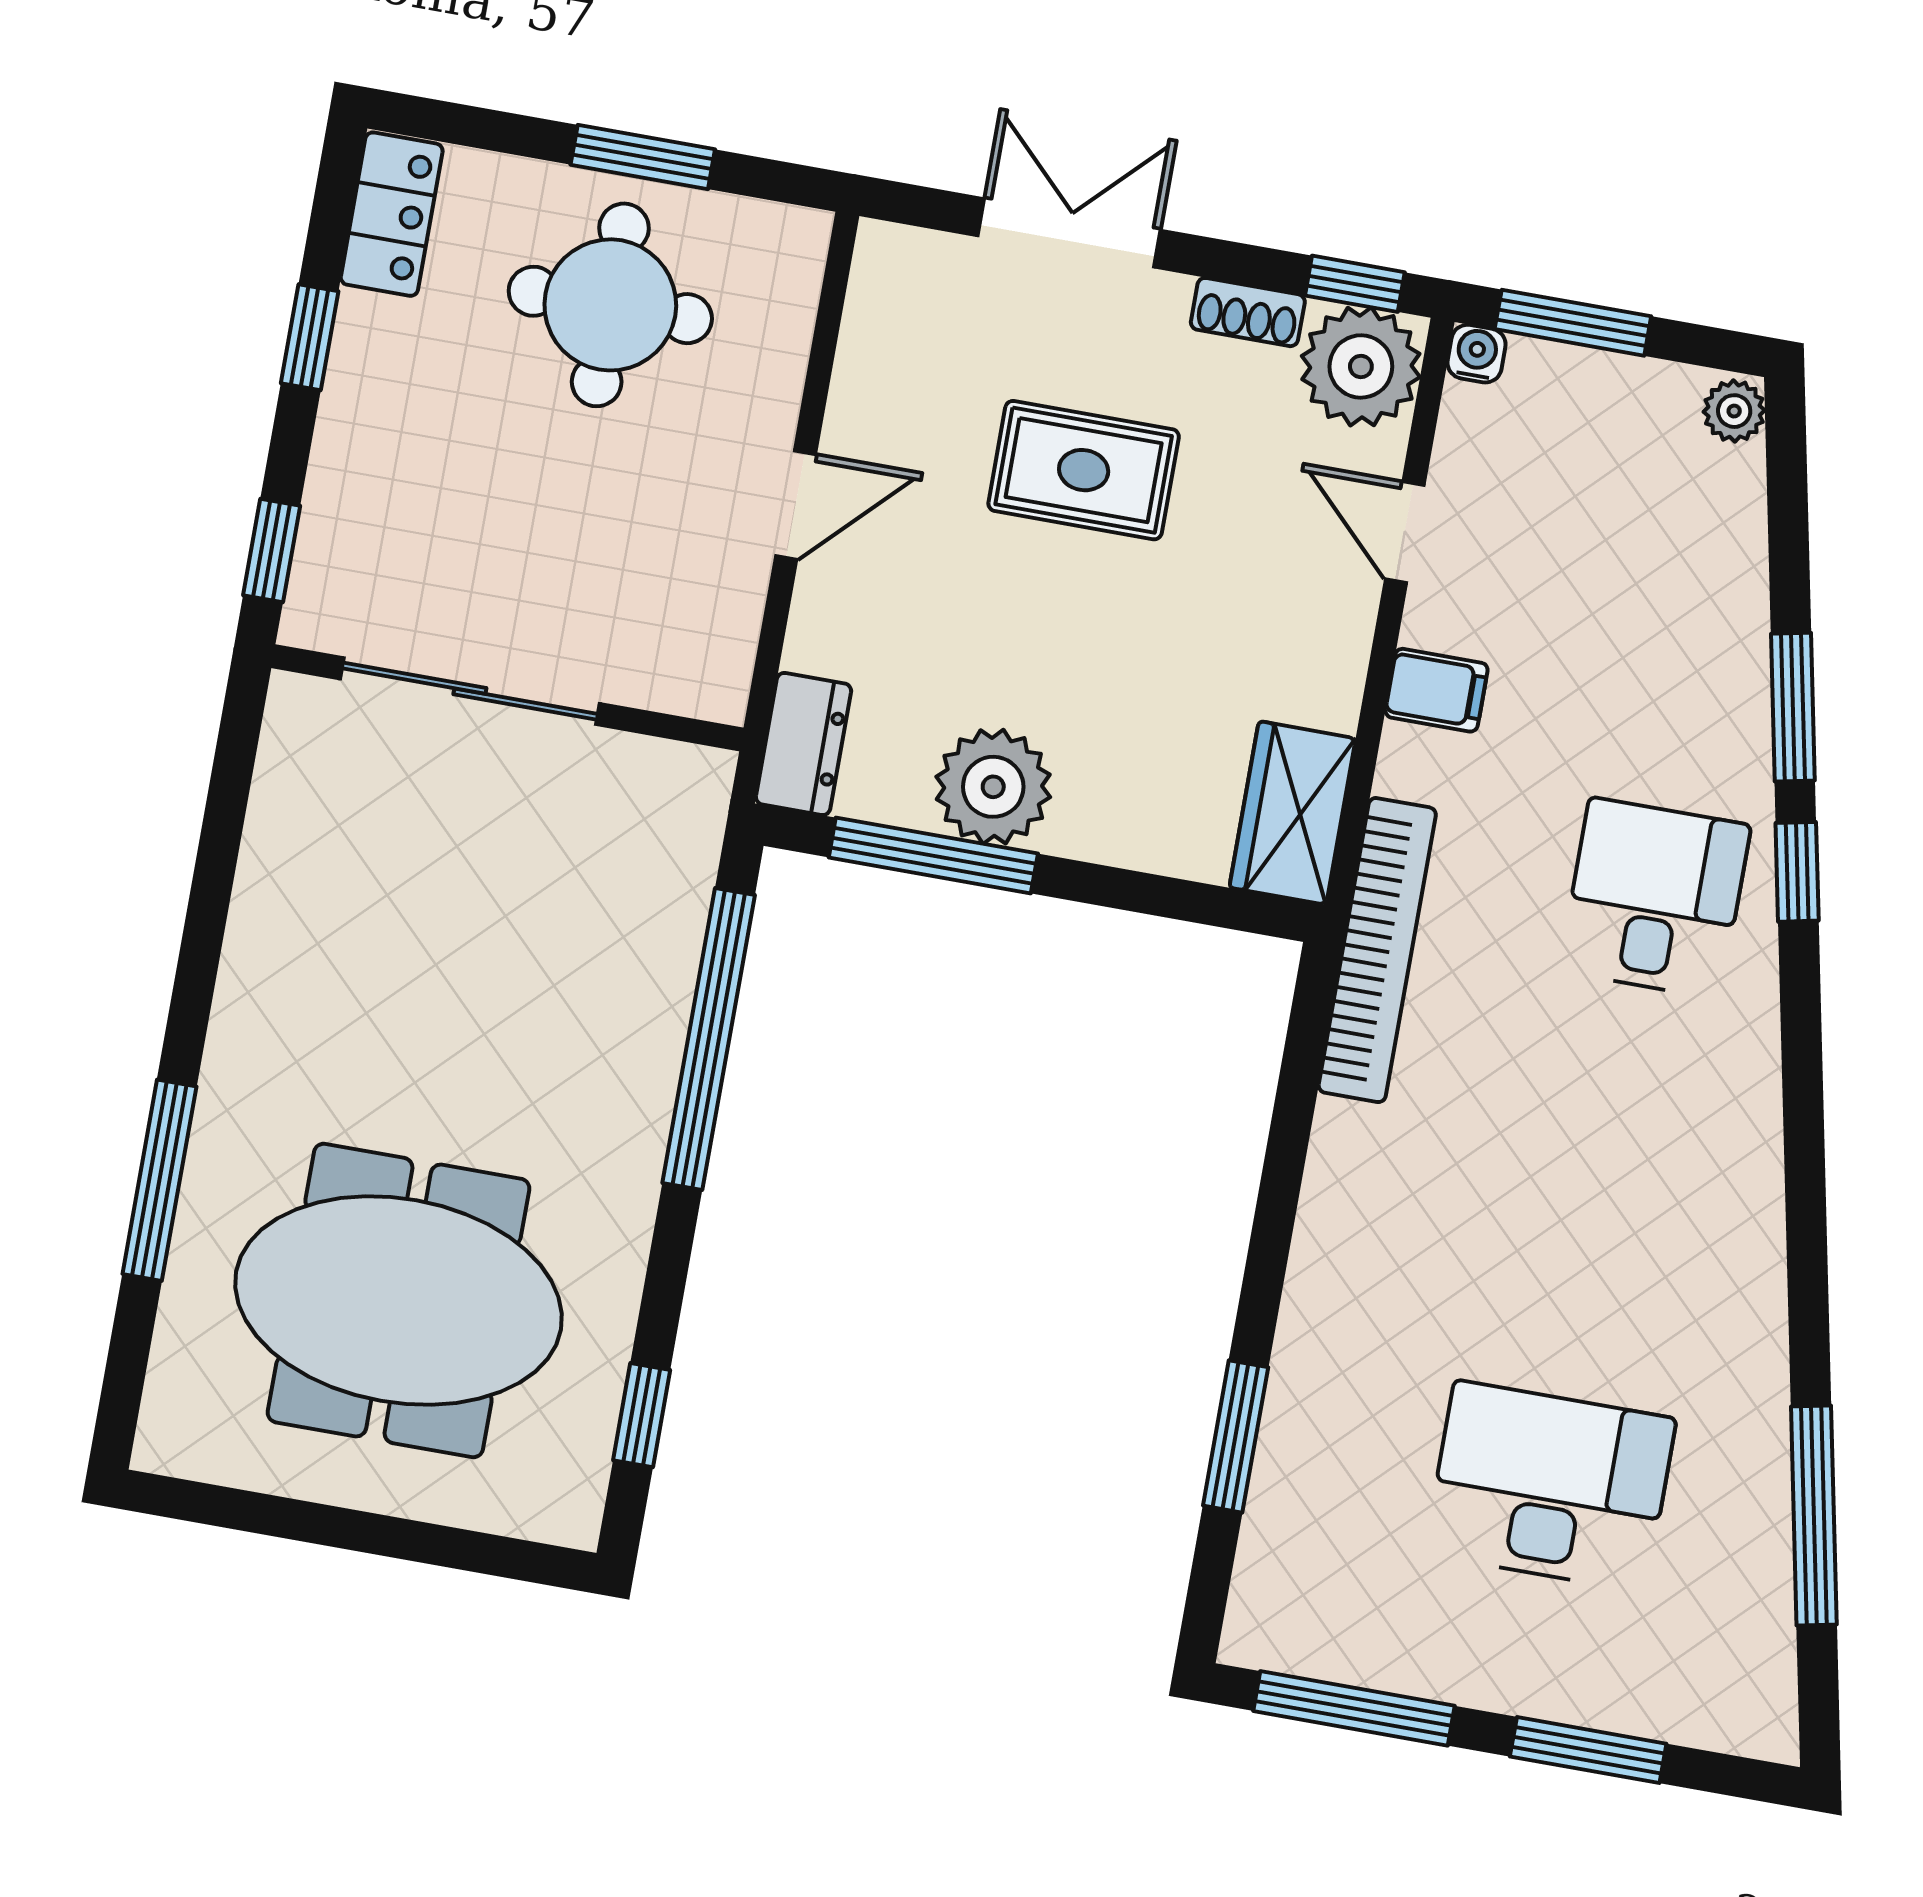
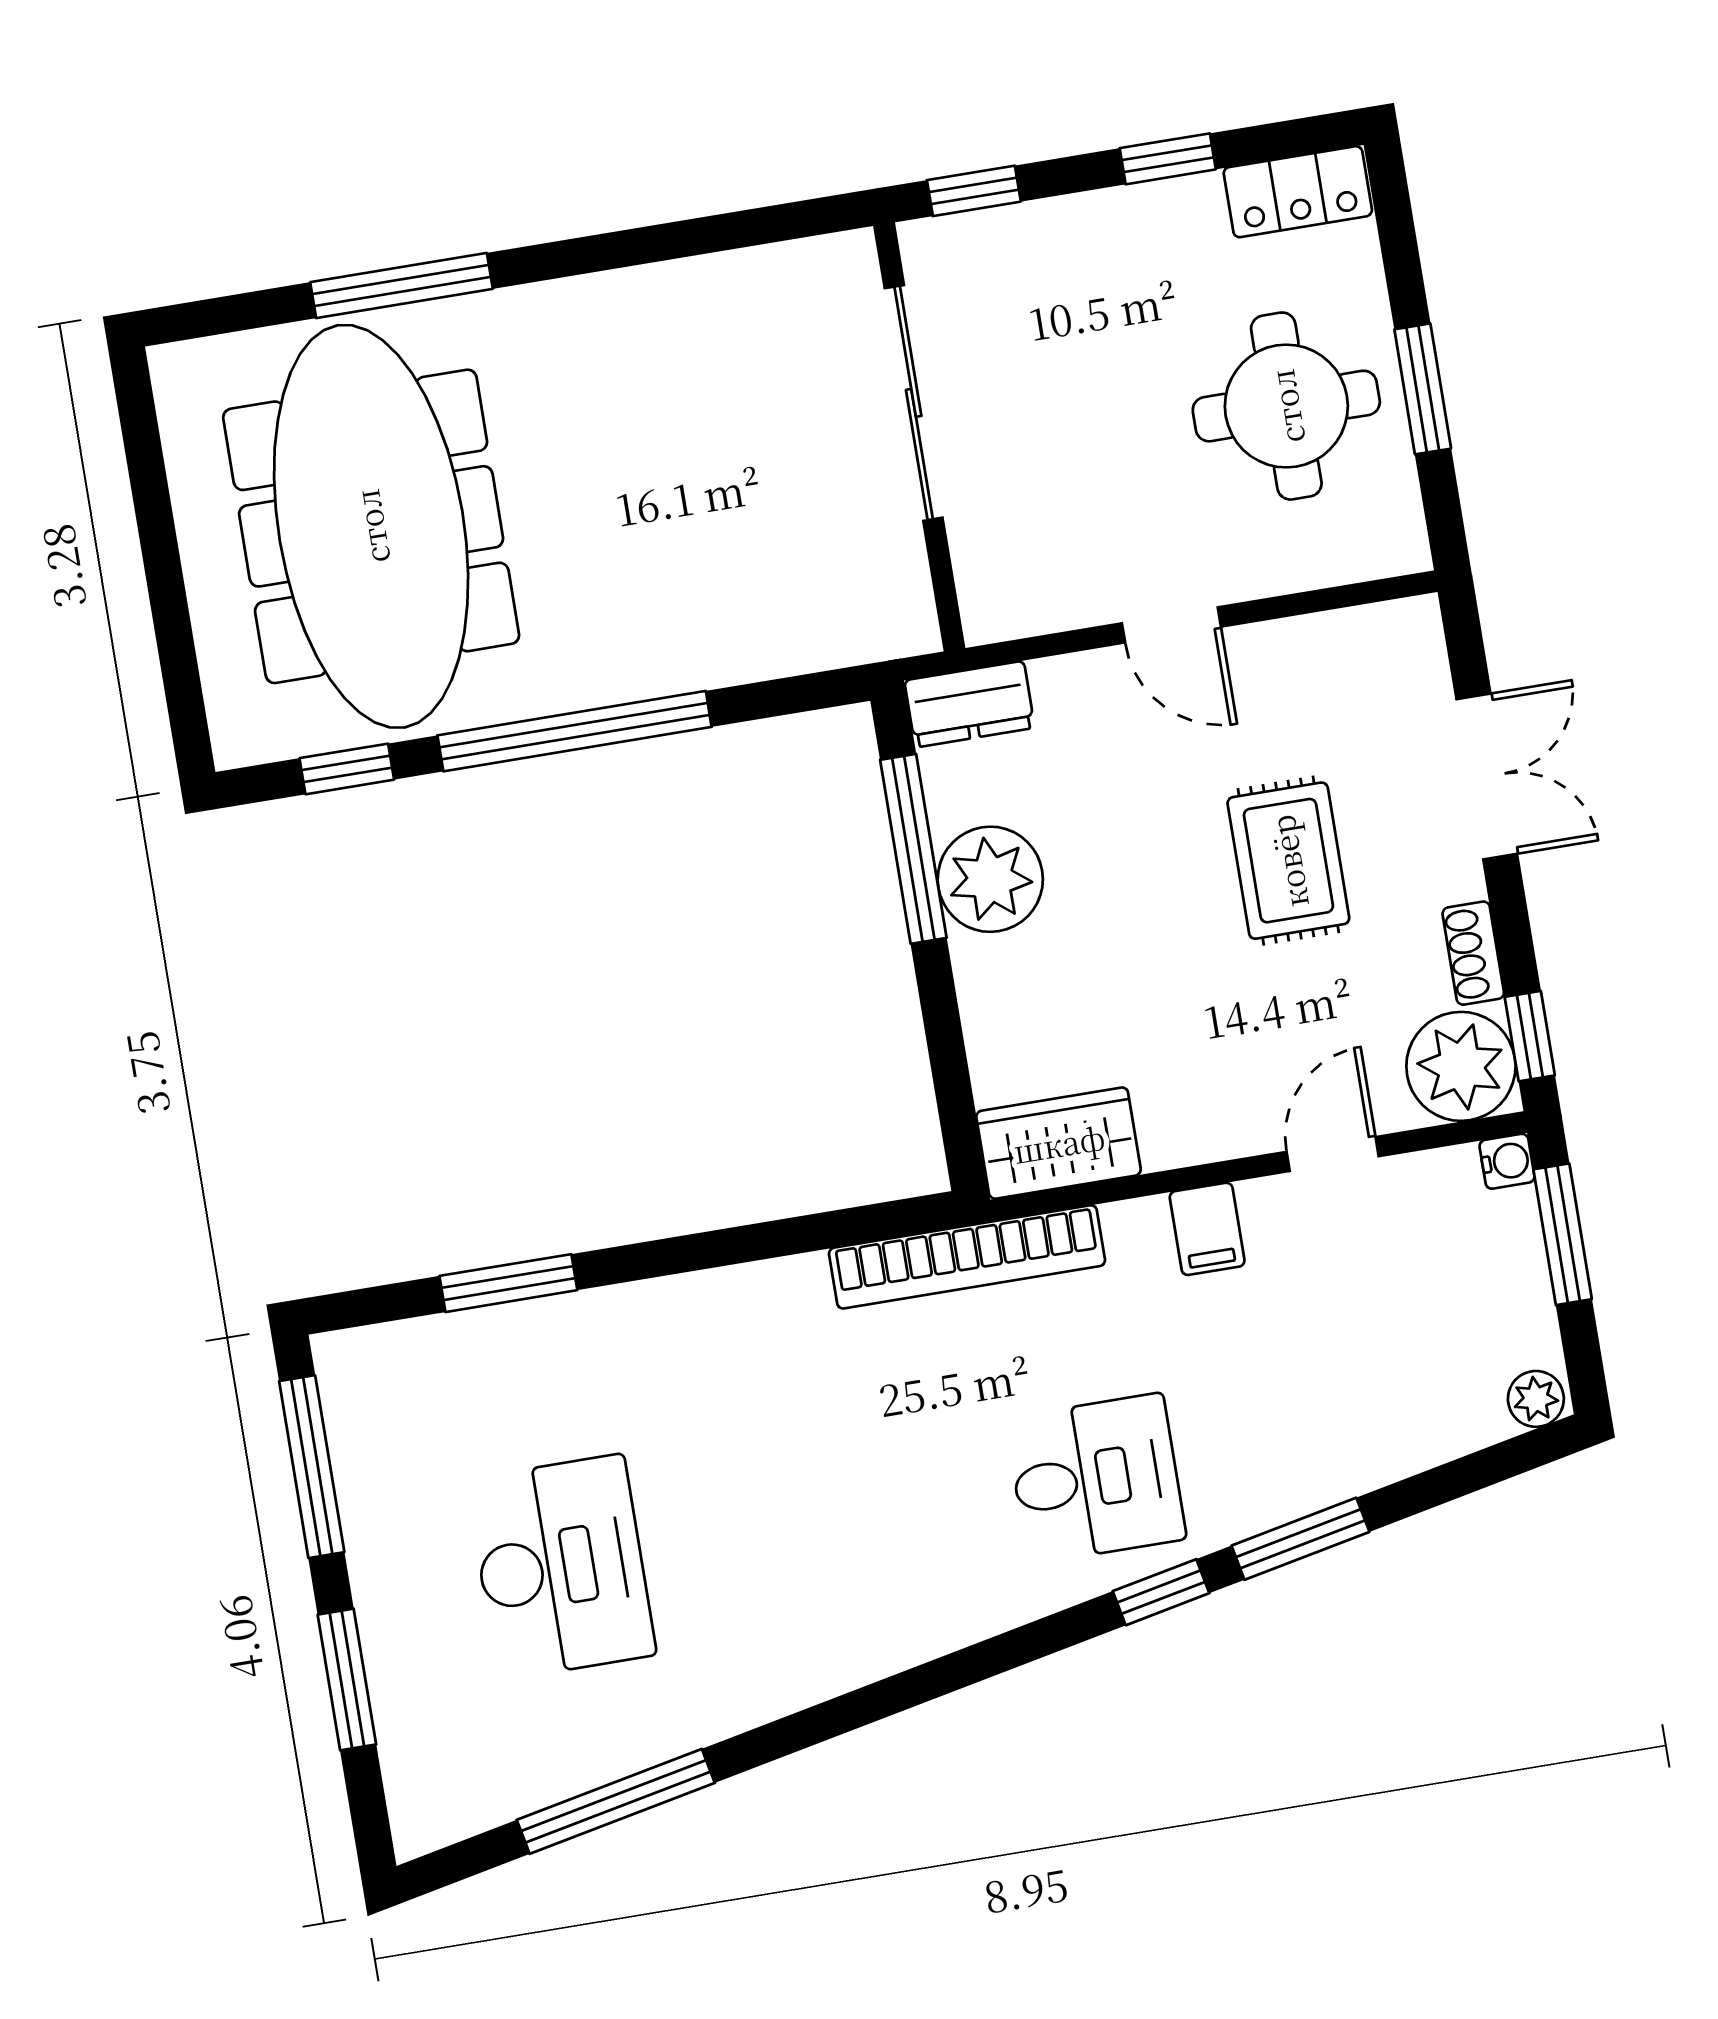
window: (709, 1039) -> (575, 731), moved
meeting table: (399, 1301) -> (371, 526), width x1.36

